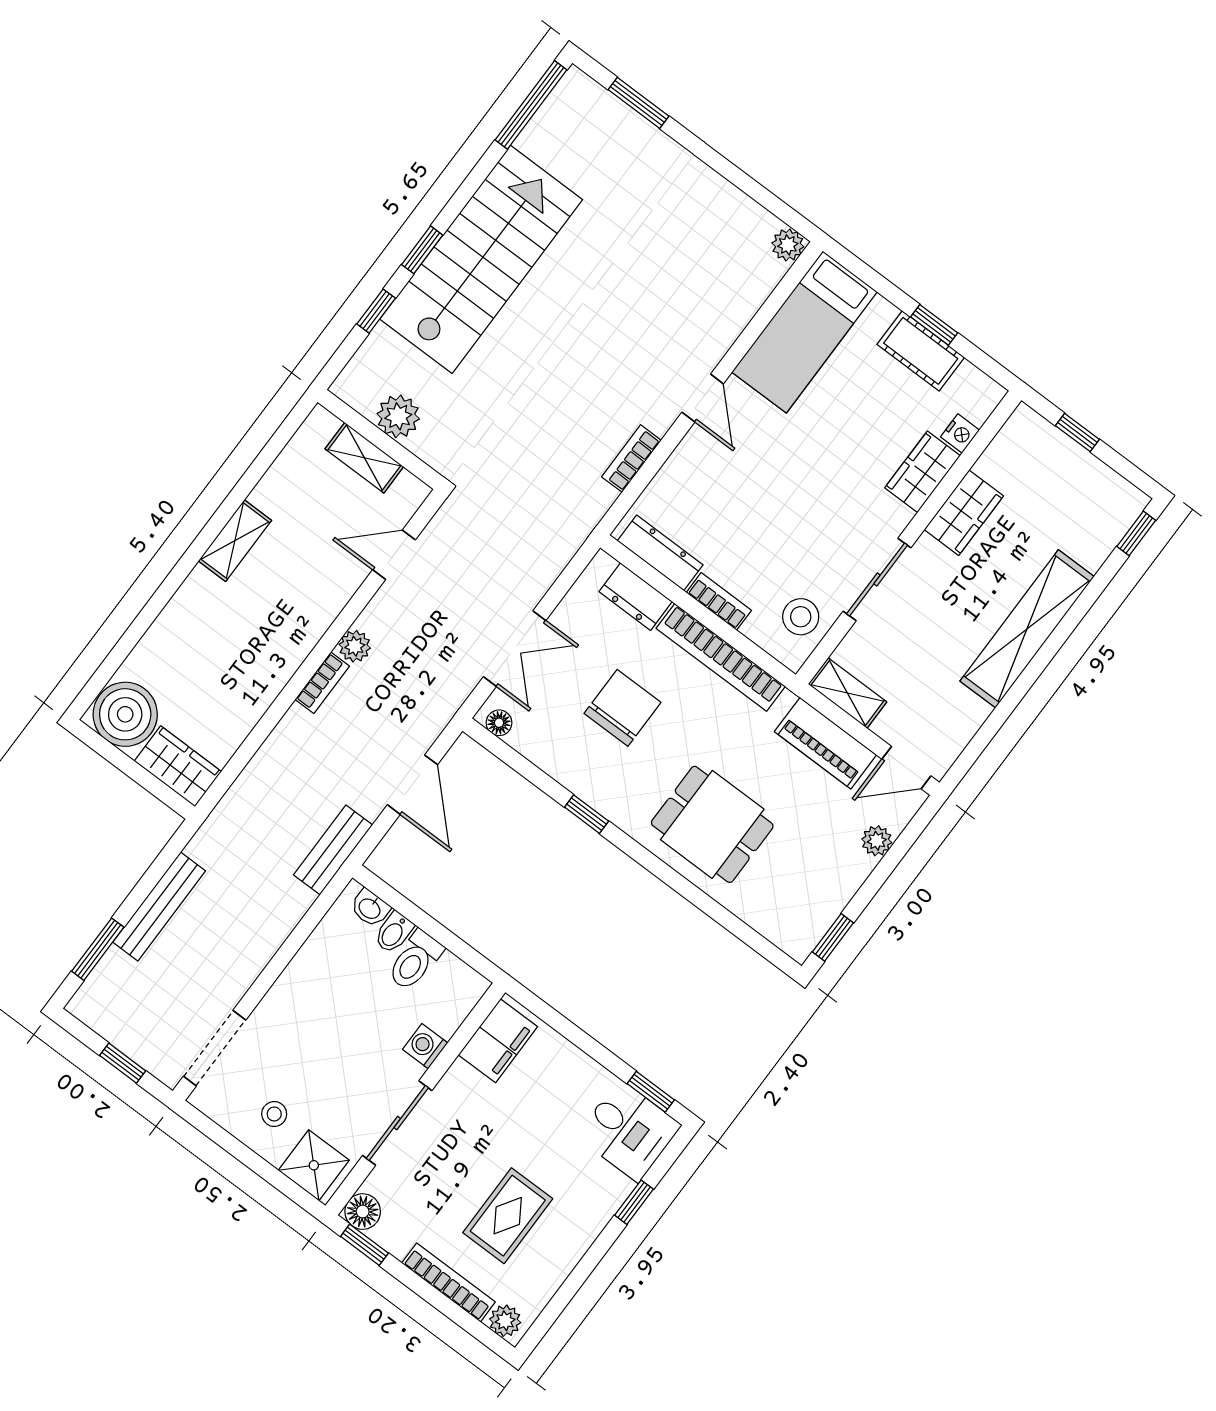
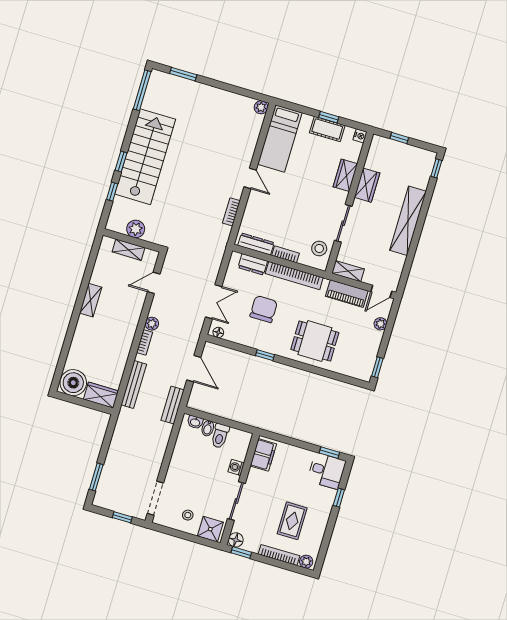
nightstand: (960, 433) -> (360, 136), moved
bench: (159, 906) -> (134, 385), moved

